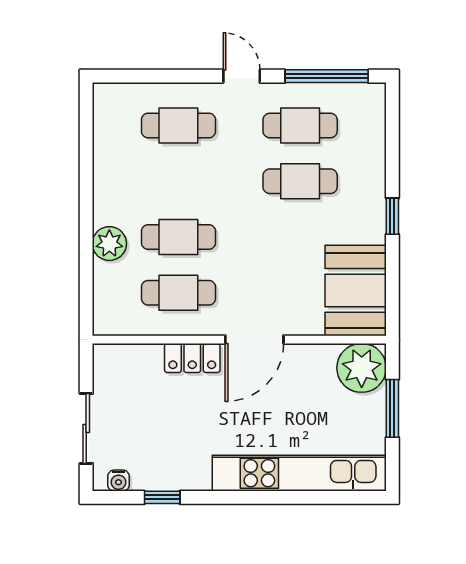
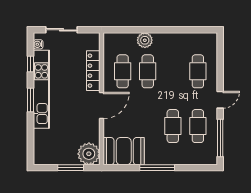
window: (392, 216) -> (157, 168), width x2.17
door: (254, 340) -> (102, 105), swing flipped
locker: (192, 358) -> (93, 71), width x1.53
kitchen unit: (299, 473) -> (41, 89), moved
window: (242, 497) -> (31, 100), added

